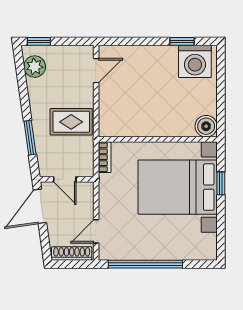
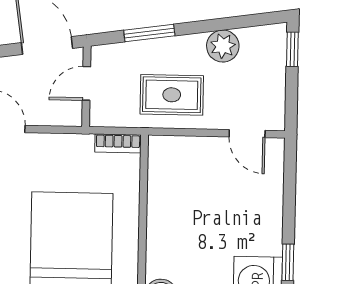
plant: (35, 67) -> (223, 46), moved
rug: (71, 122) -> (172, 95), turned 90

